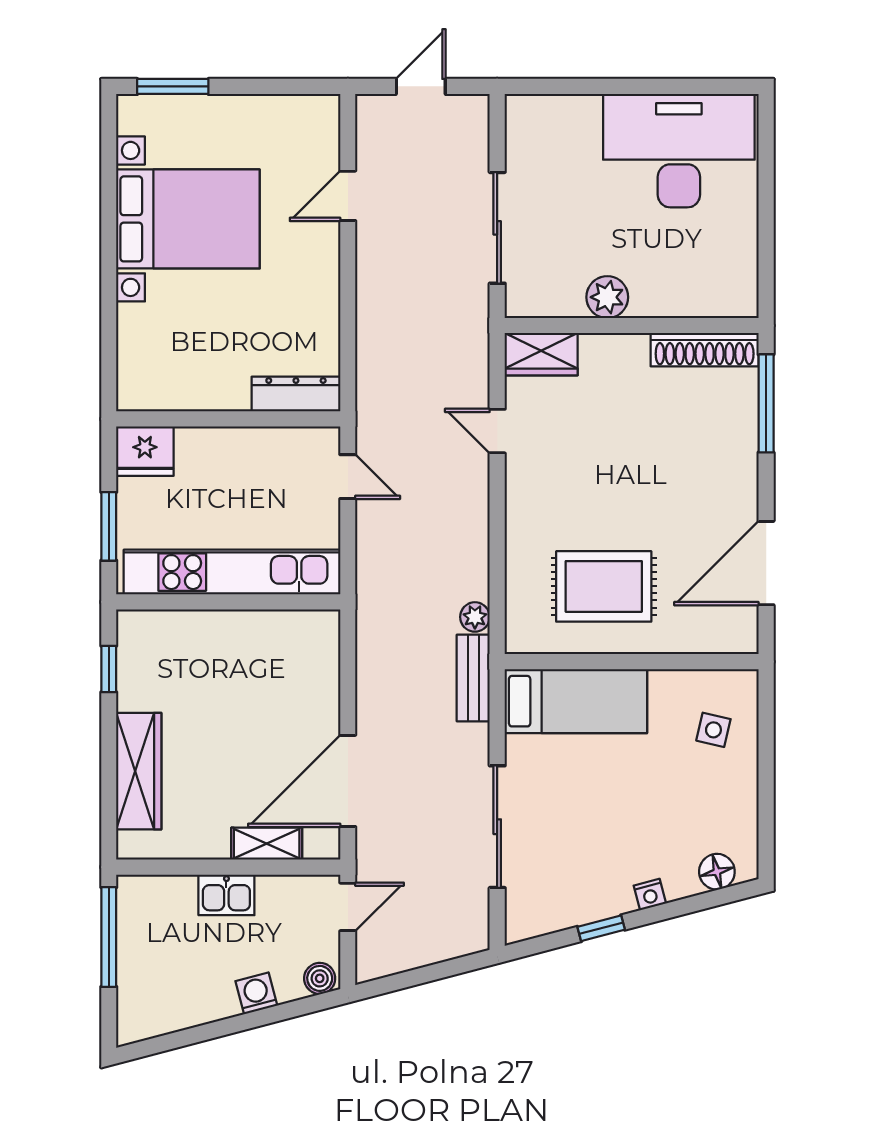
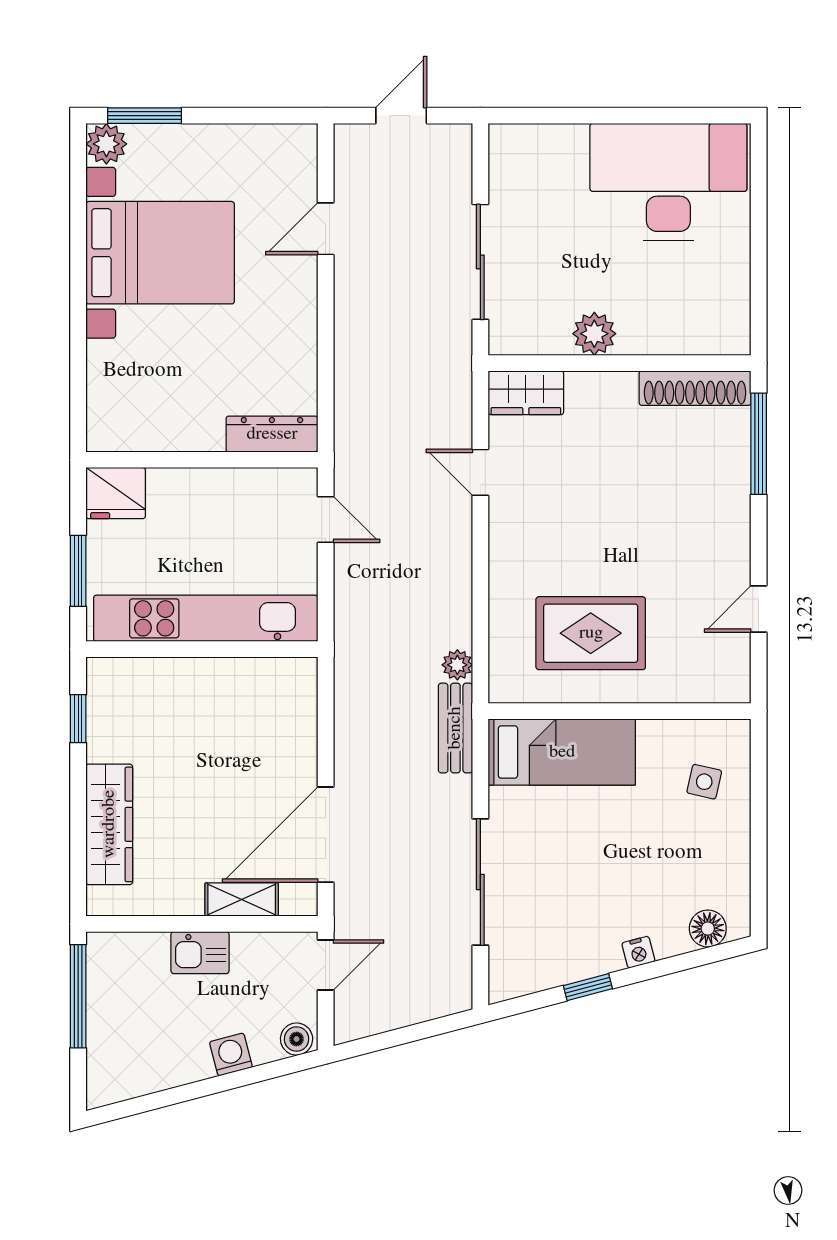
plant: (136, 114) -> (106, 144), added
door: (766, 563) -> (759, 609), width x0.53

